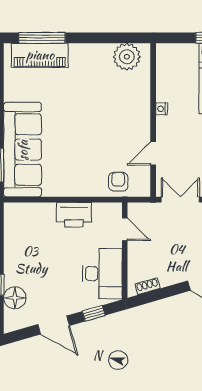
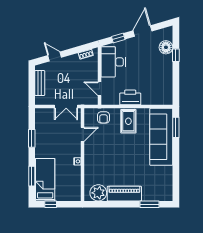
window: (42, 38) -> (149, 204), width x0.69
piano: (40, 55) -> (124, 194), moved
rug: (77, 175) -> (128, 121), added
door: (54, 325) -> (142, 31), hinge flipped

